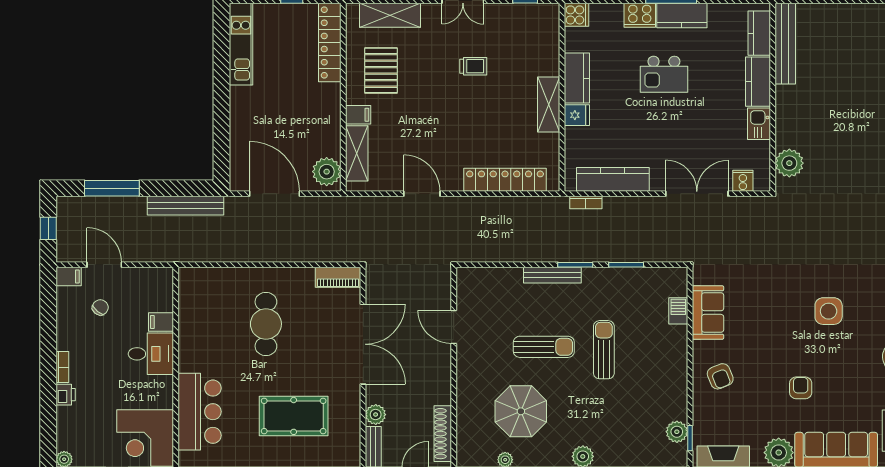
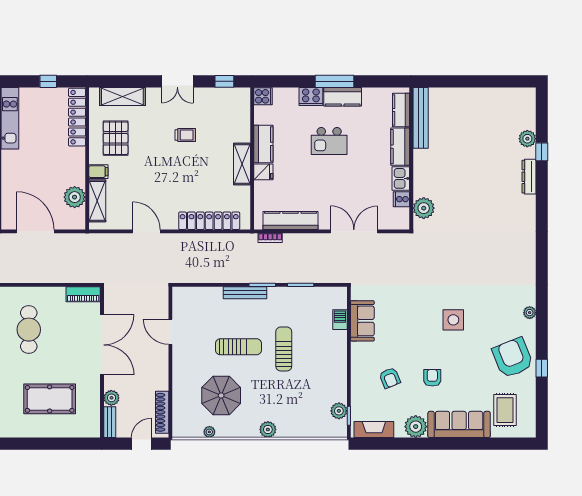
plant: (327, 172) -> (75, 197), moved
cooker: (743, 181) -> (401, 199), moved, turned -90
armchair: (720, 376) -> (390, 378), moved

